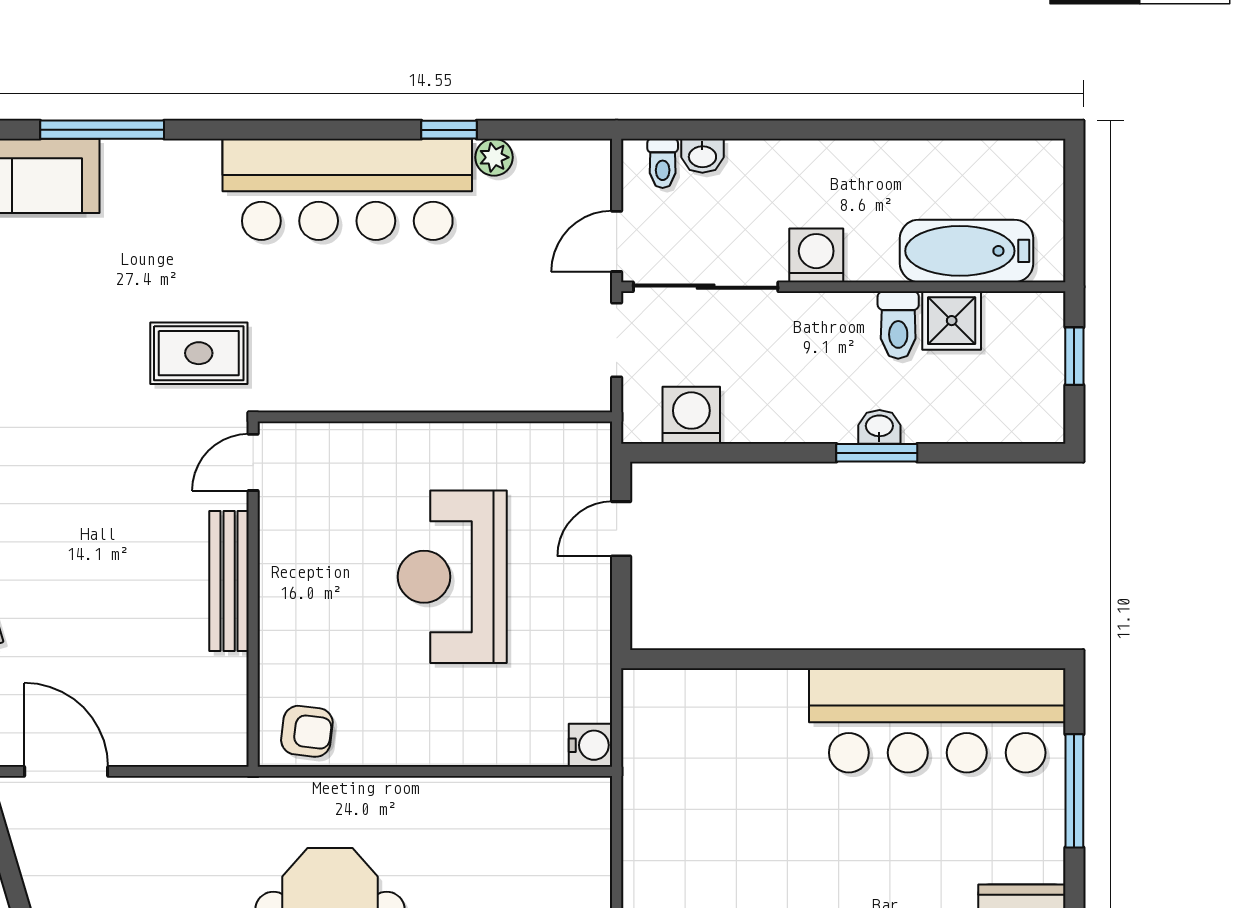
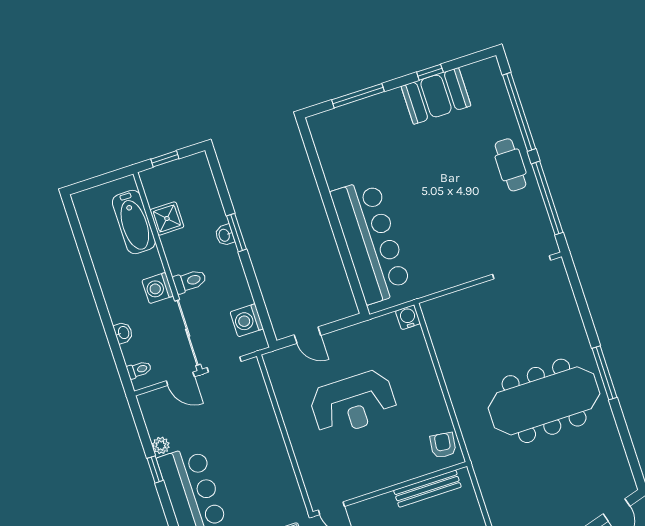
washbasin: (702, 156) -> (123, 333), moved
toilet: (898, 325) -> (190, 281), moved
bench: (229, 581) -> (427, 489), moved
bar counter: (937, 720) -> (371, 241), moved

